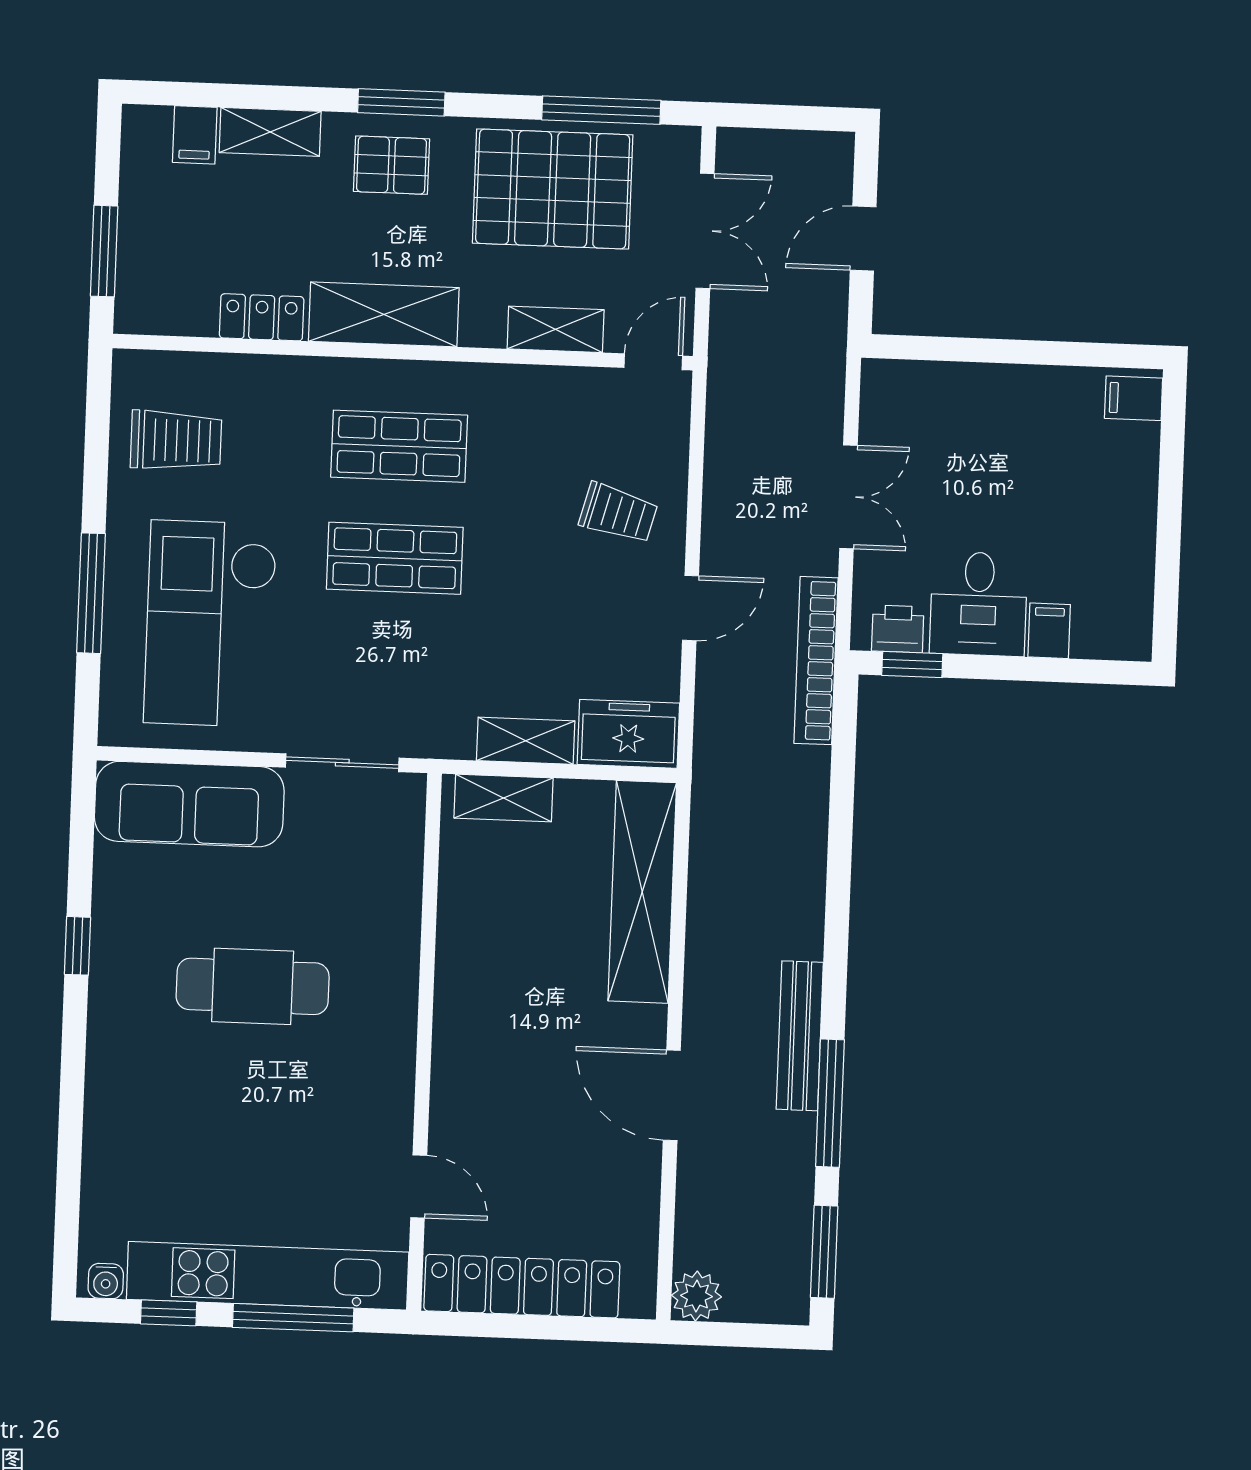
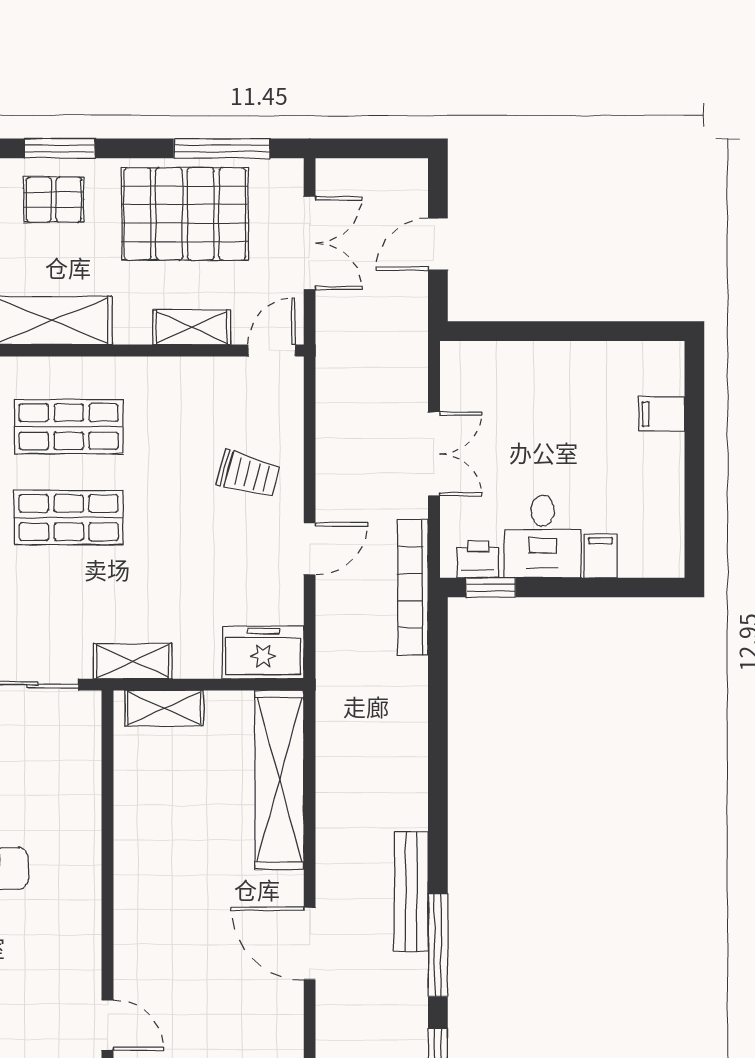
filing cabinet: (1134, 398) -> (662, 414), moved
shelving: (526, 741) -> (133, 661), moved

